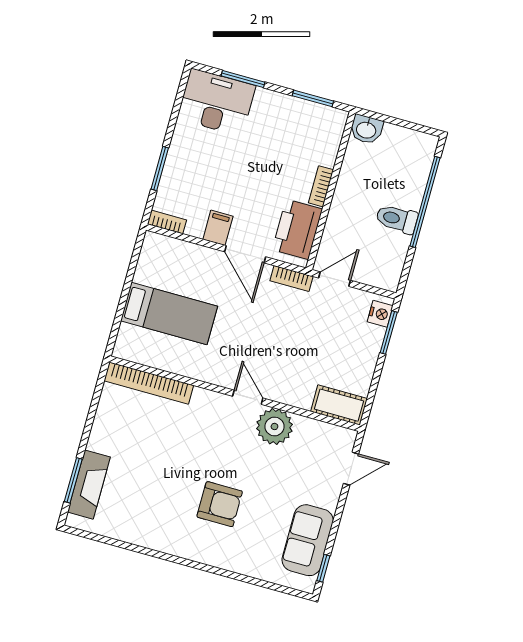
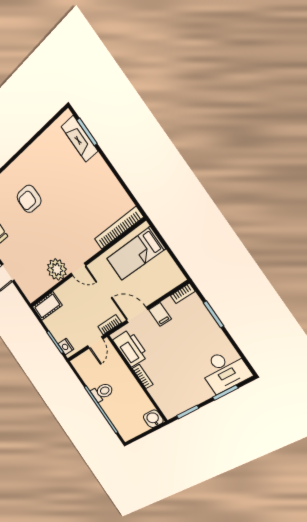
bookcase: (149, 383) -> (119, 228), moved
wall: (235, 394) -> (84, 265), moved
door: (248, 397) -> (78, 269), moved
cot: (339, 405) -> (47, 306), moved
plant: (274, 426) -> (57, 269), moved

